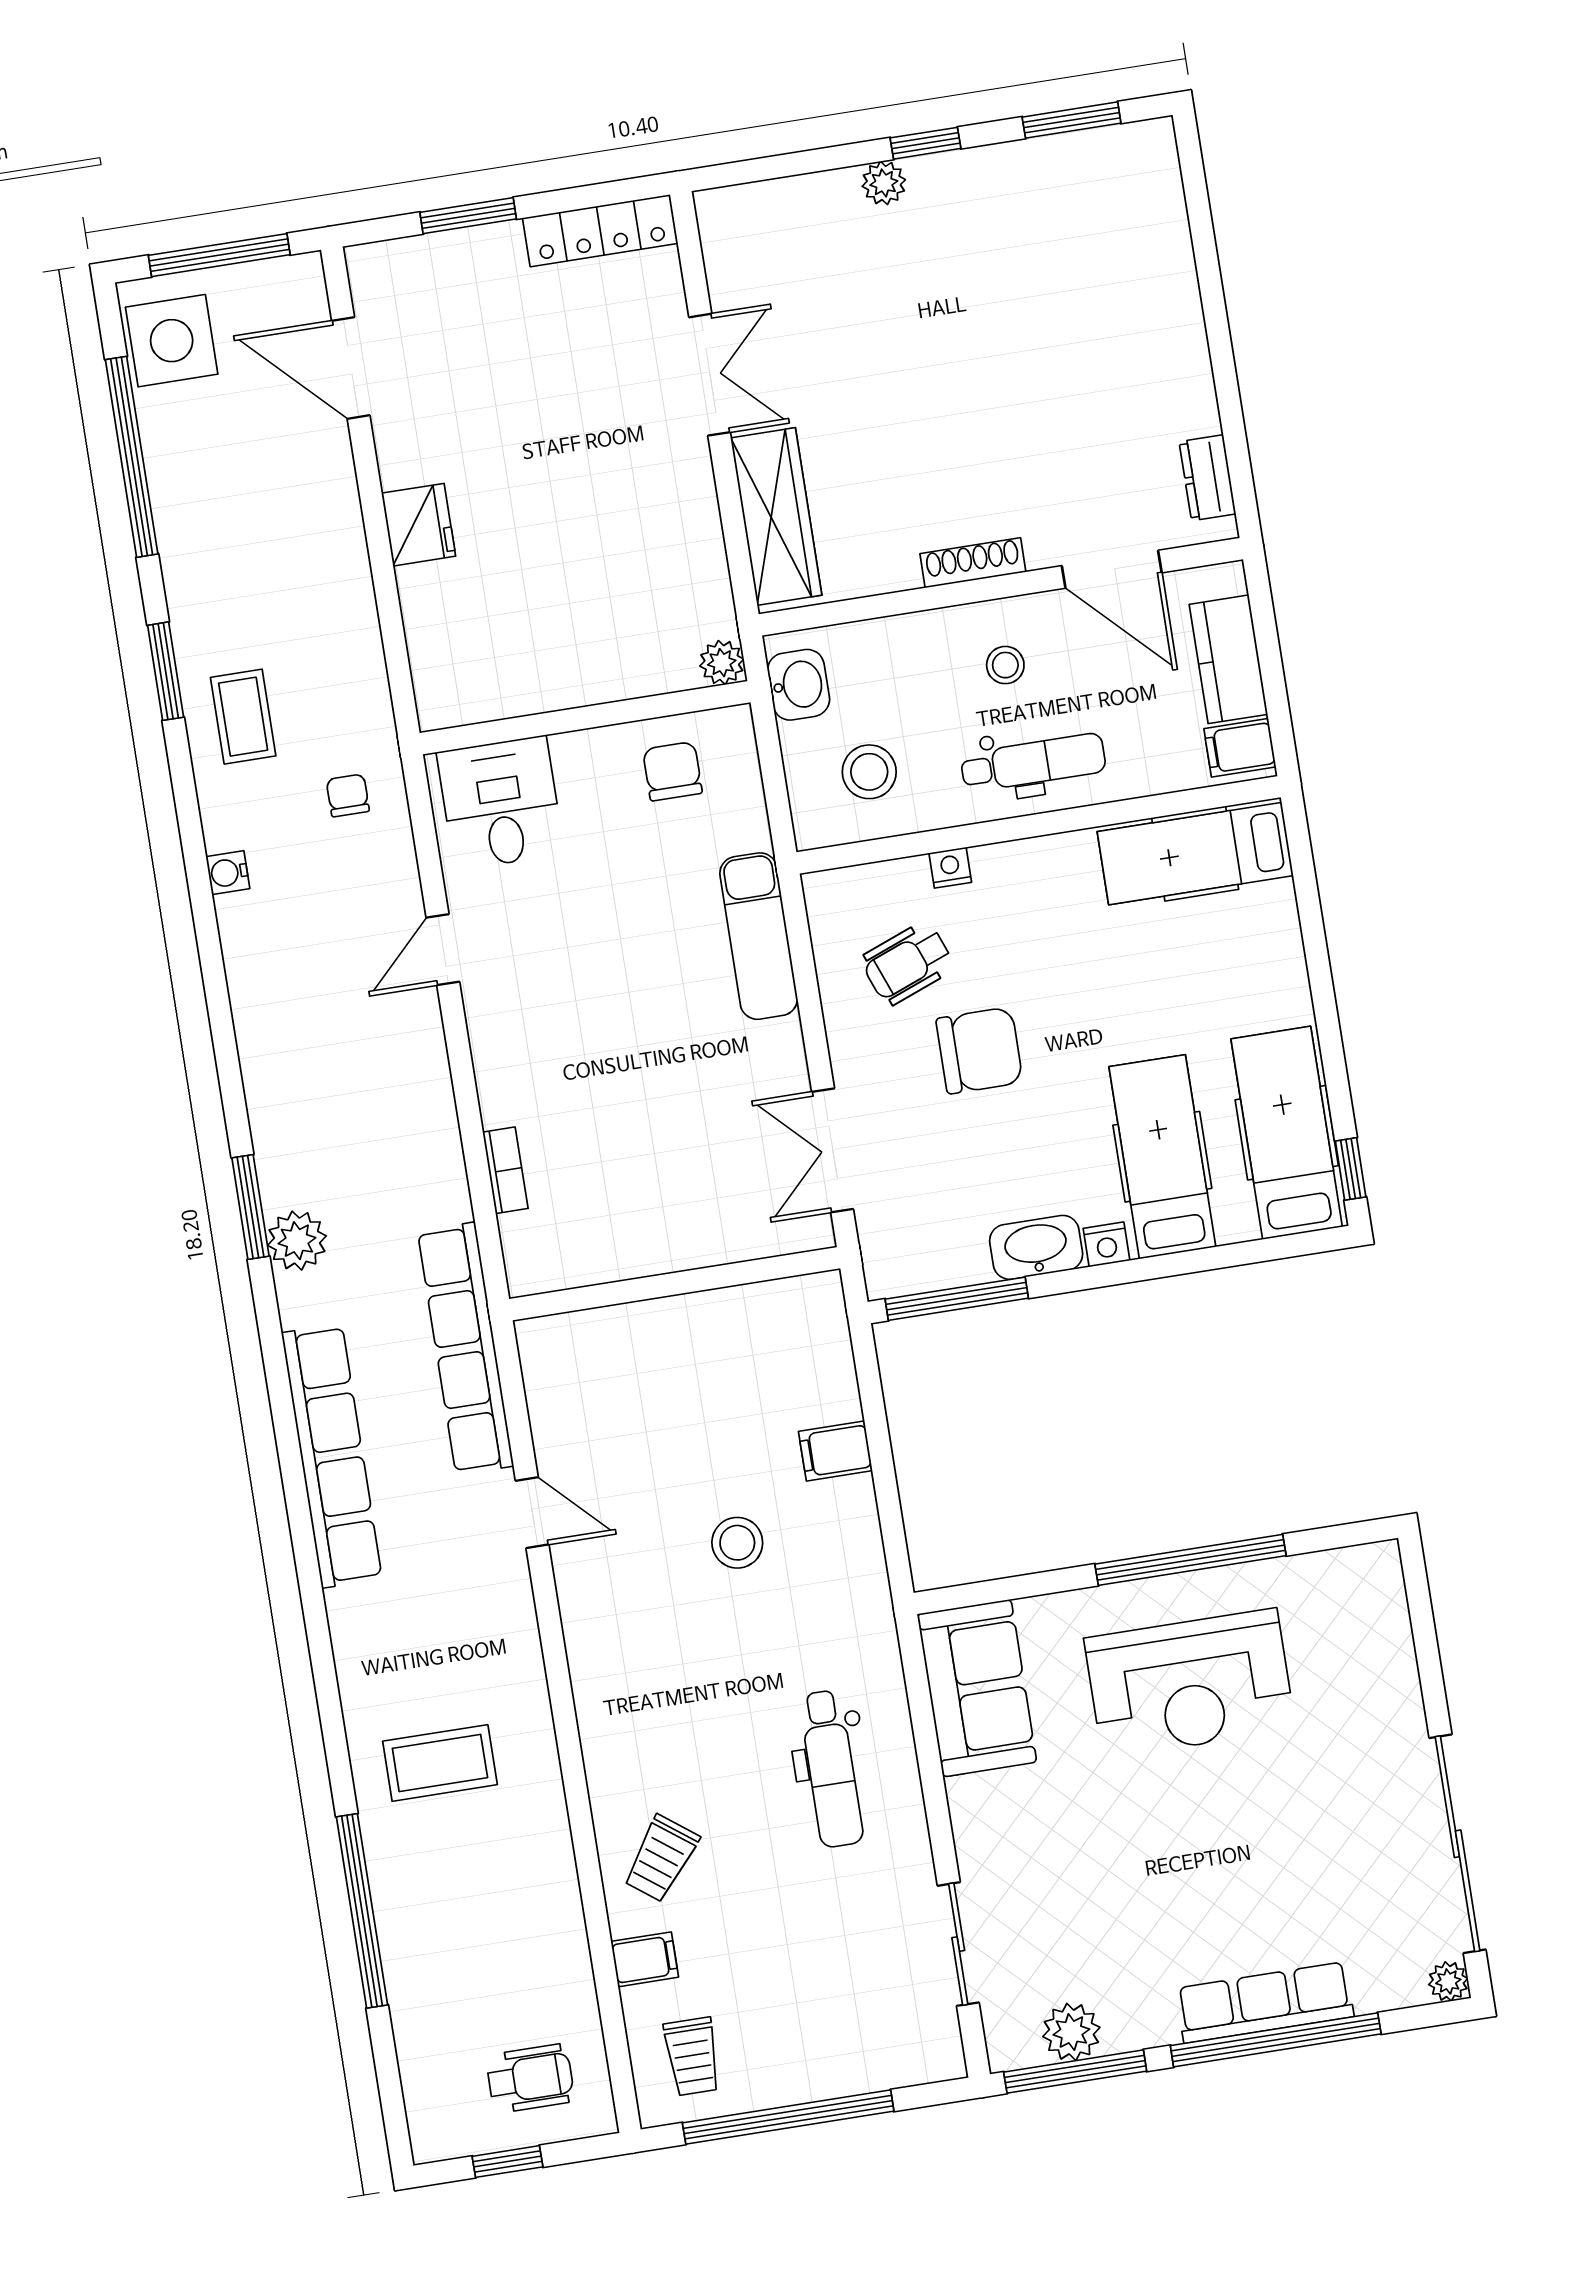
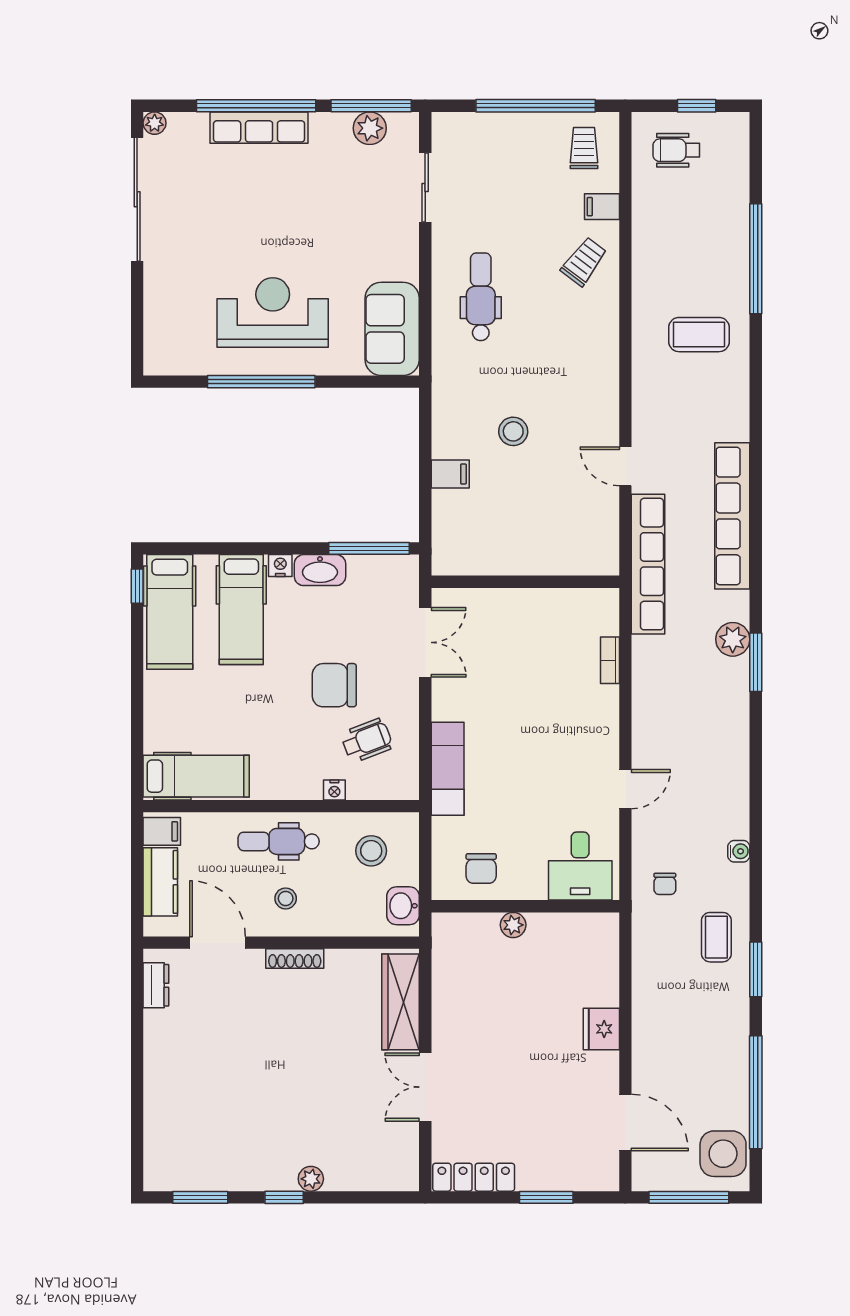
plant: (722, 663) -> (513, 925), moved

